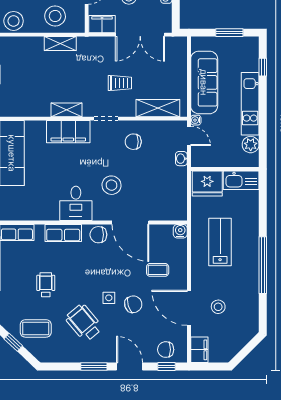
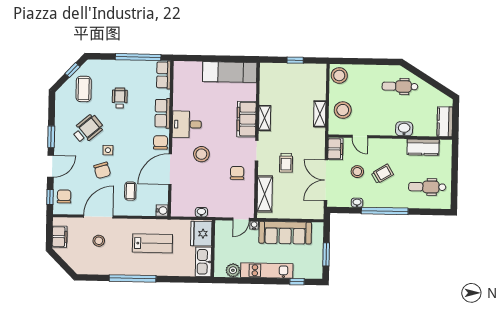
washbasin: (181, 159) -> (201, 212), moved
wheelchair: (46, 285) -> (120, 98), turned -90
filing cabinet: (199, 350) -> (60, 237), moved, turned -90

